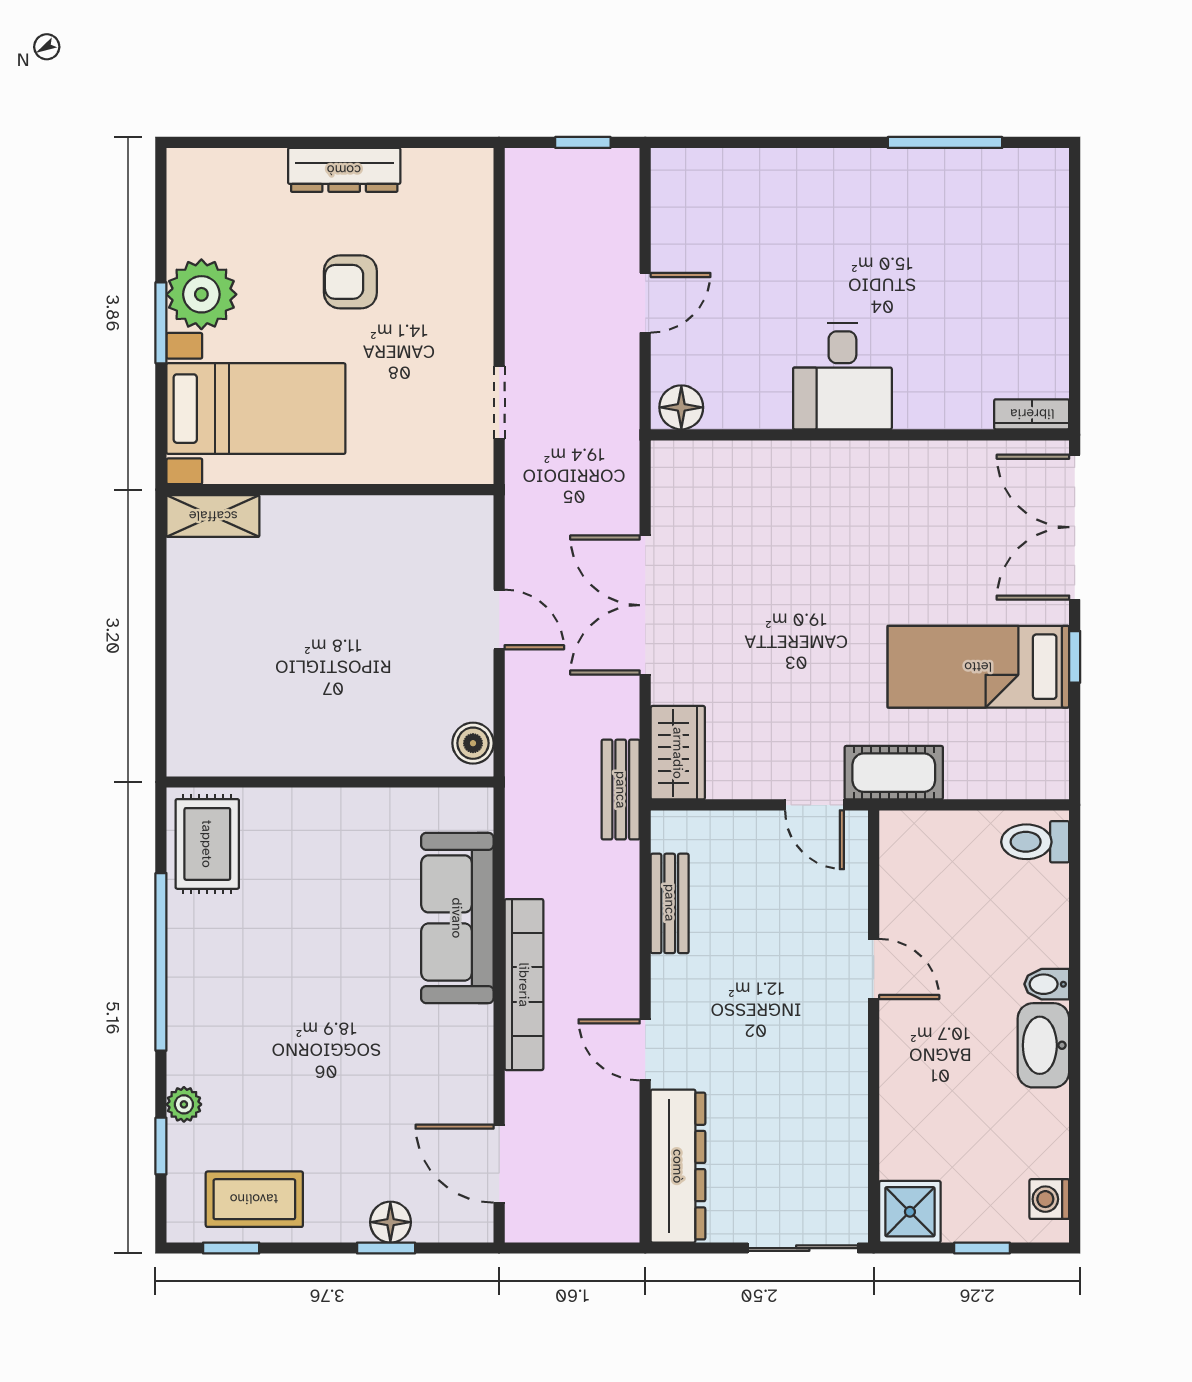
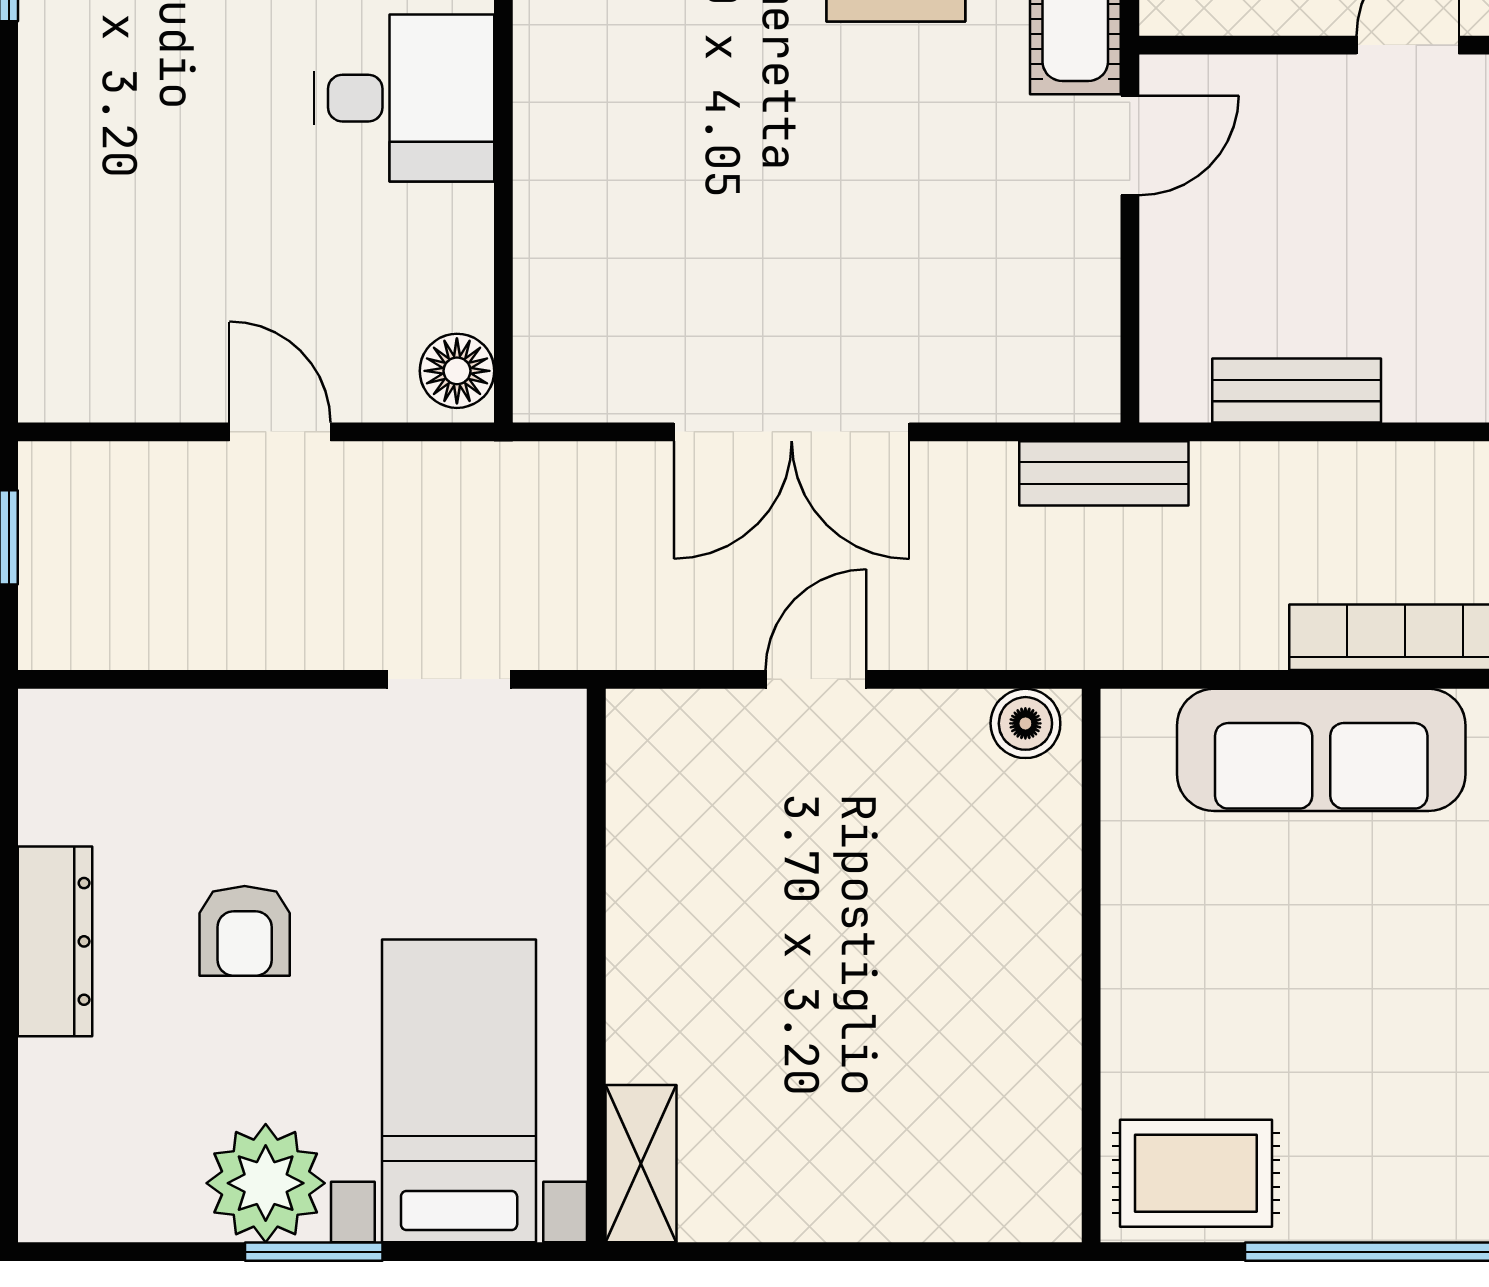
wardrobe: (678, 753) -> (1042, 377), removed

